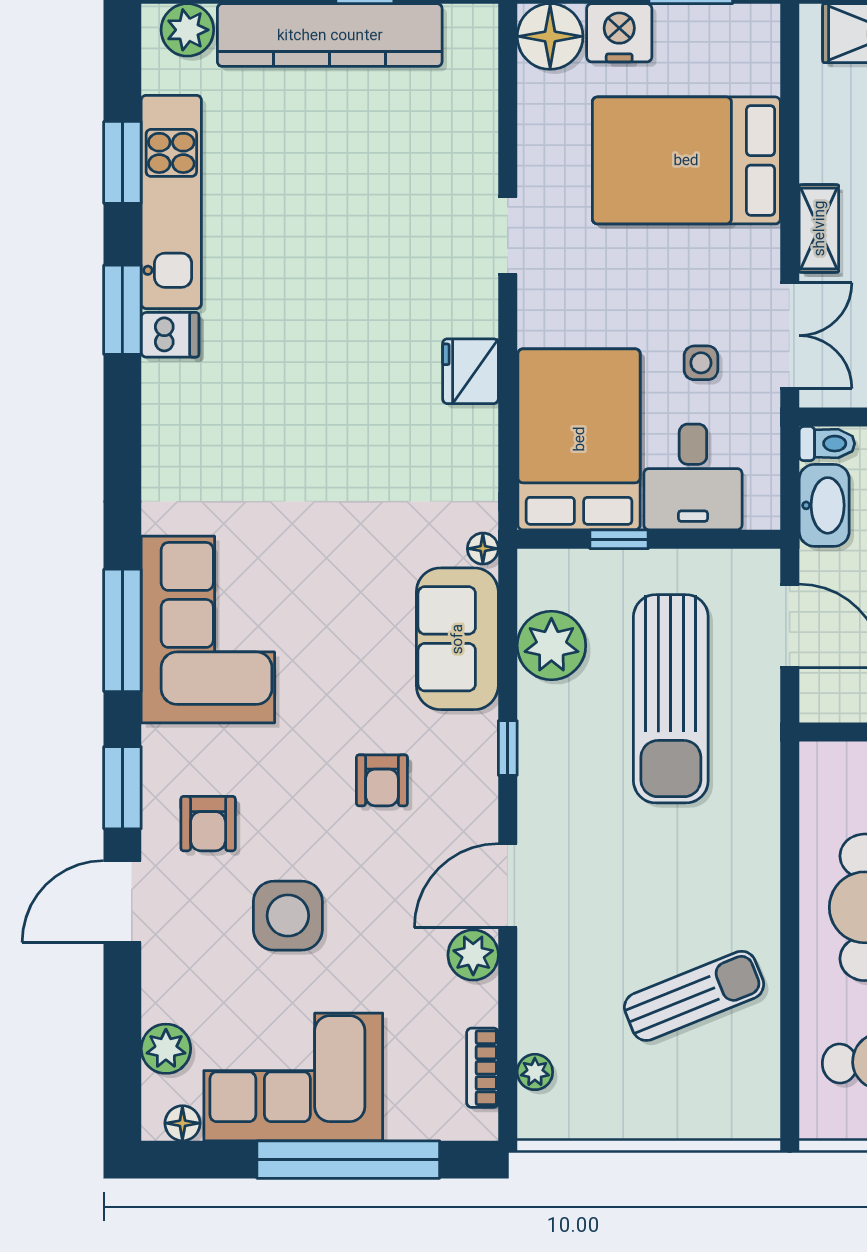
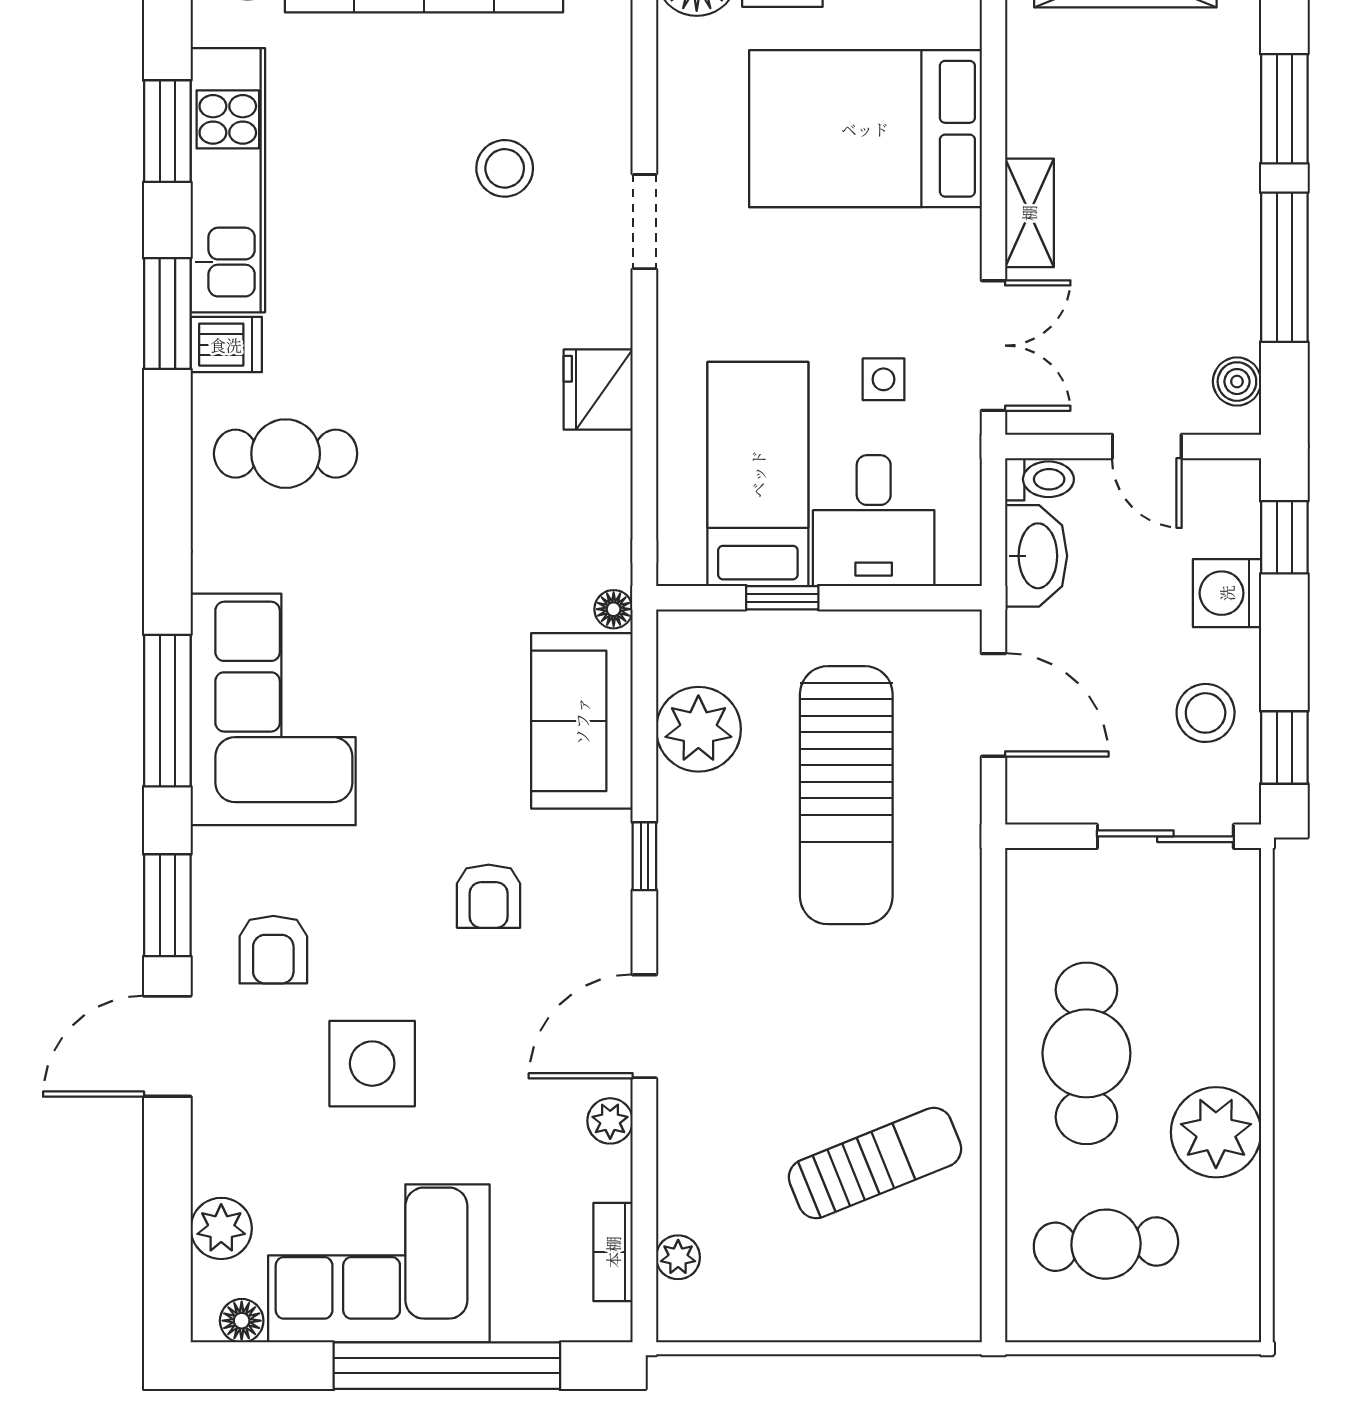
stool: (395, 192) -> (505, 168), added
cafe table: (218, 423) -> (286, 454), added
bed: (579, 439) -> (758, 474), width x0.67
plant: (473, 955) -> (610, 1121), width x0.73, depth x0.73

